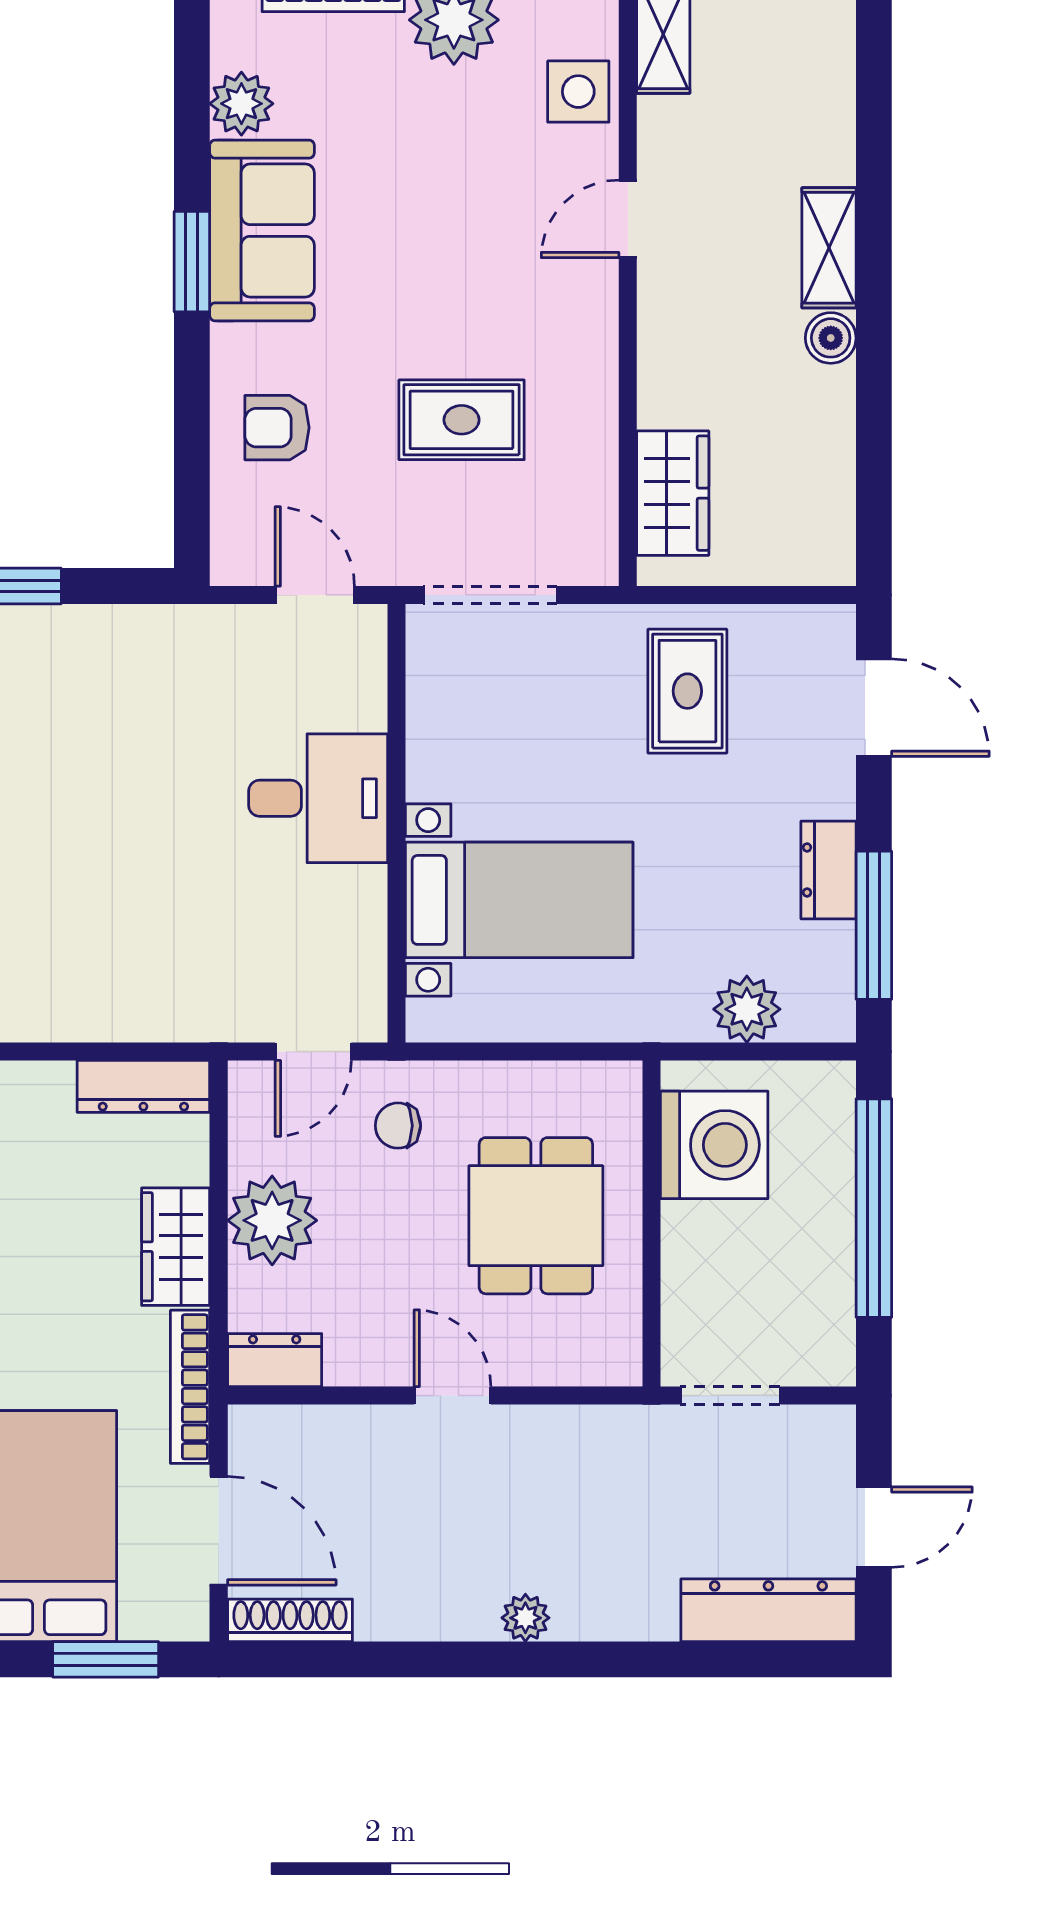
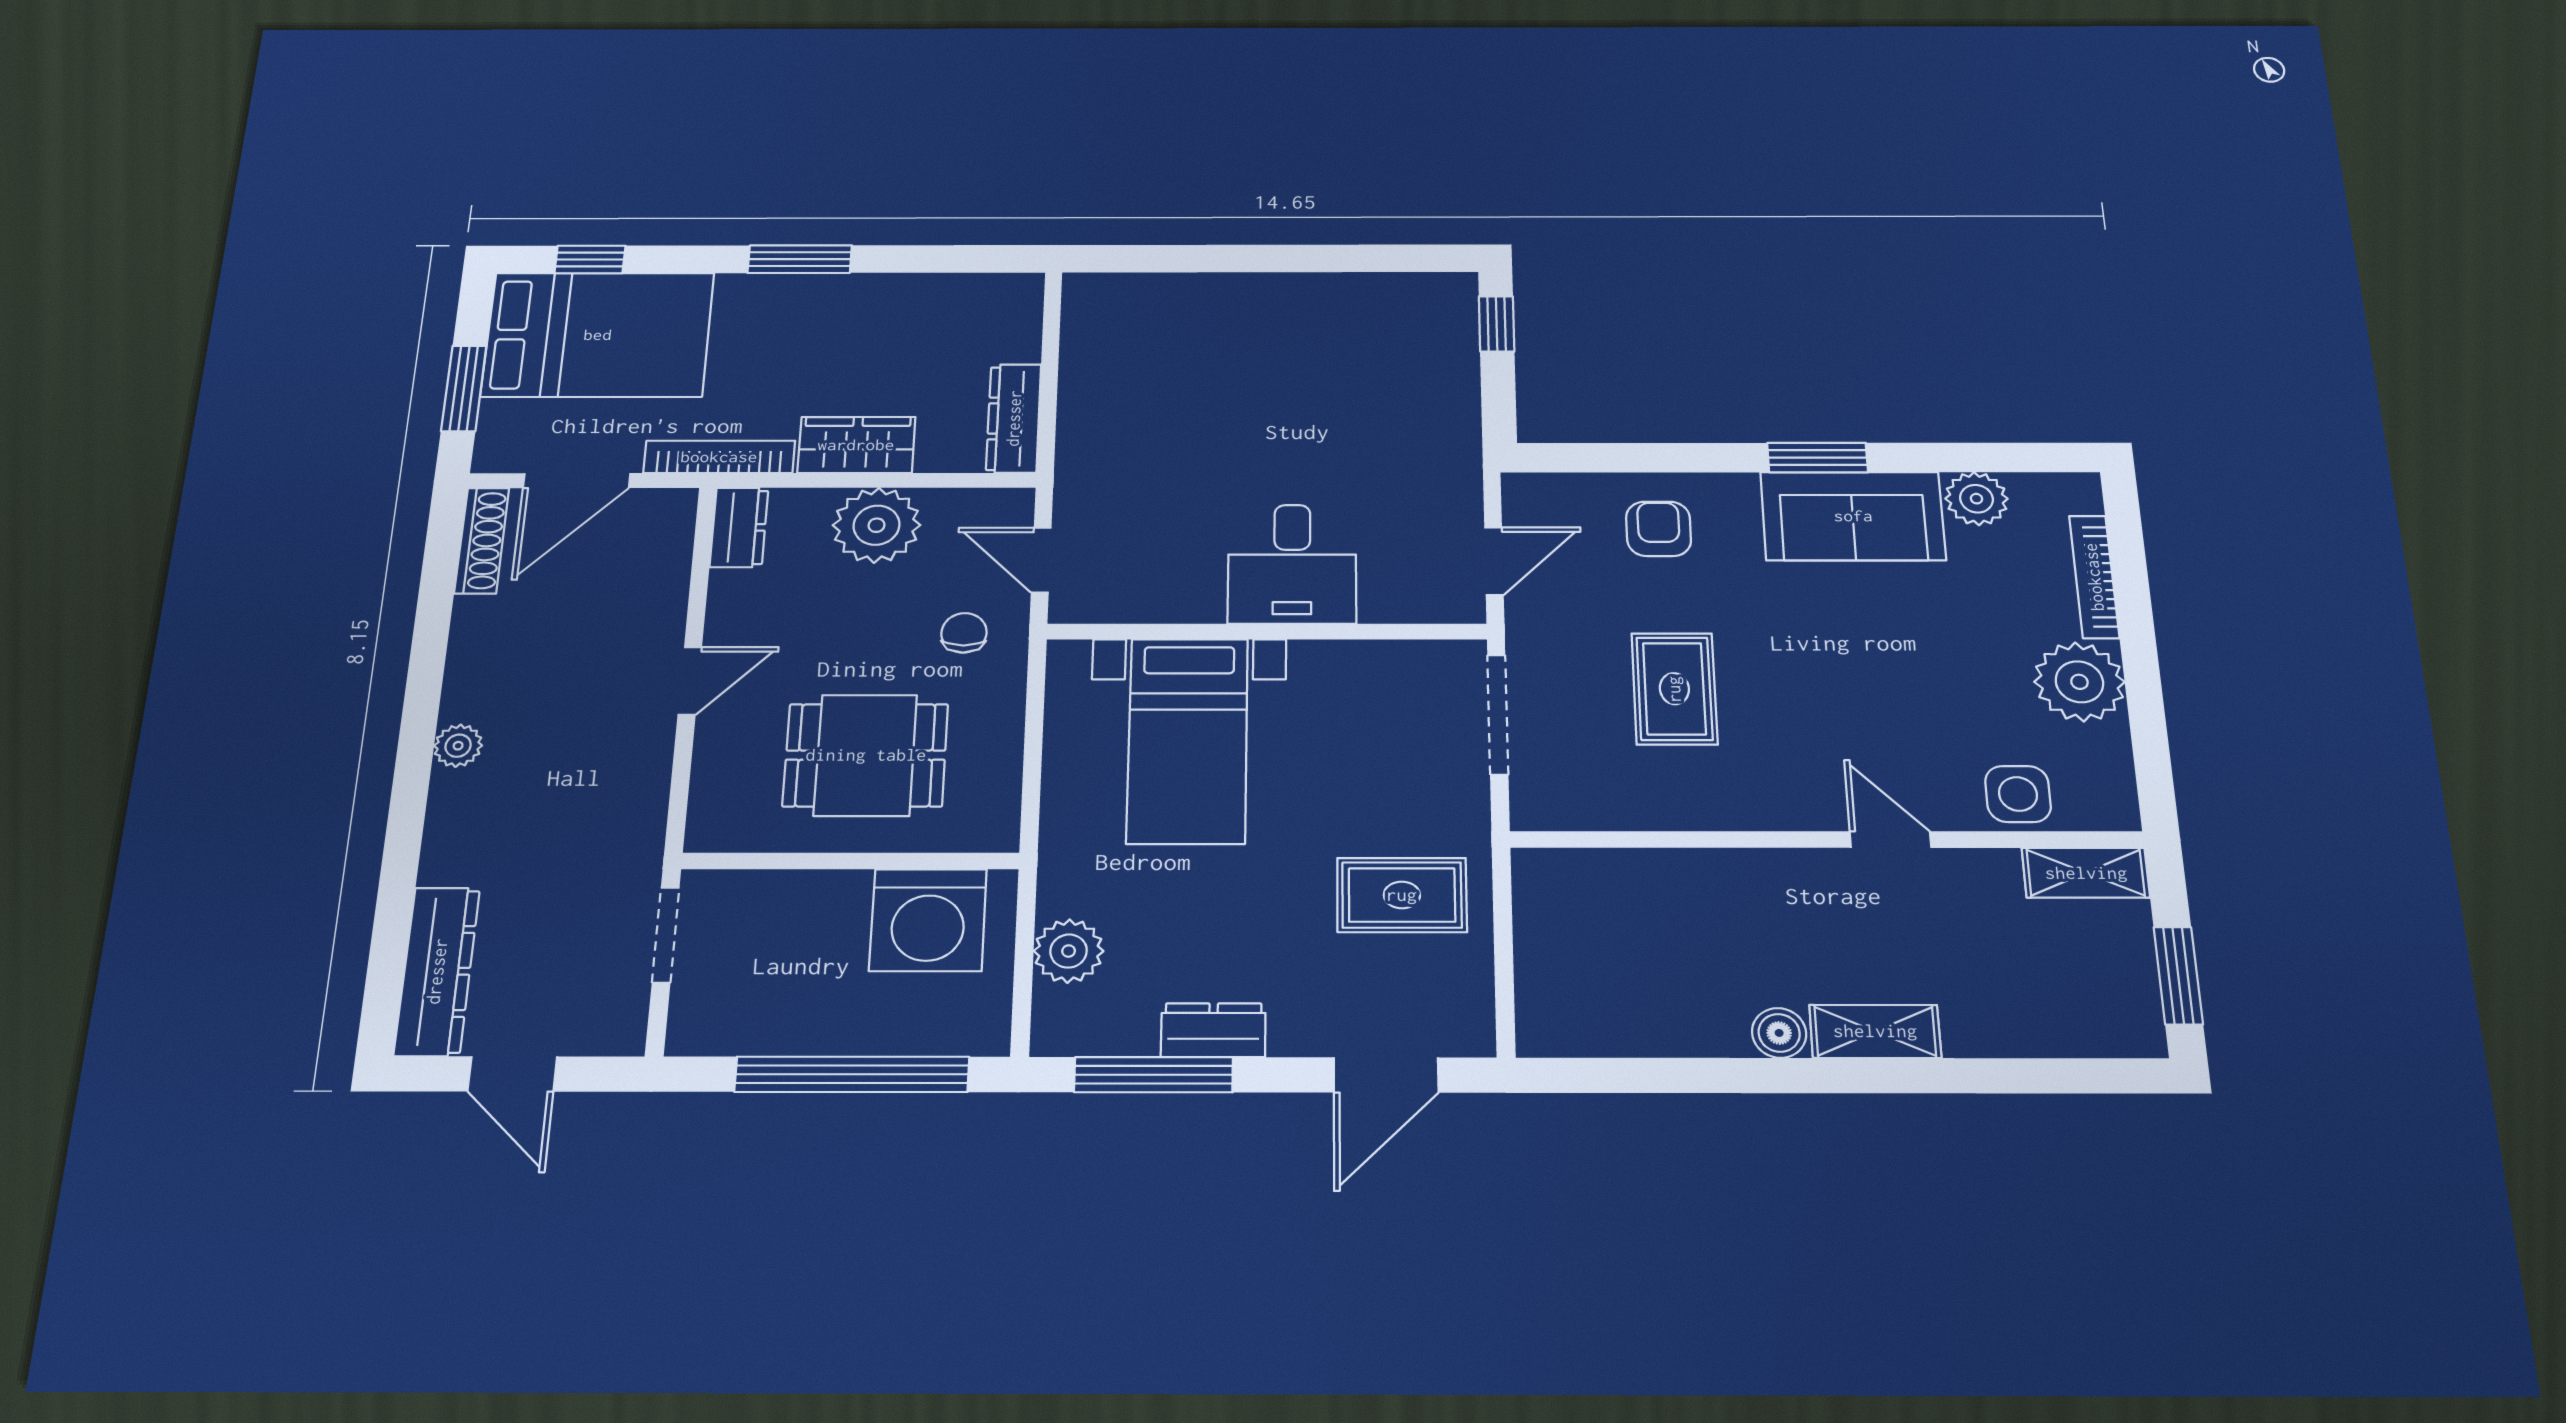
wardrobe: (673, 493) -> (1608, 881), removed

